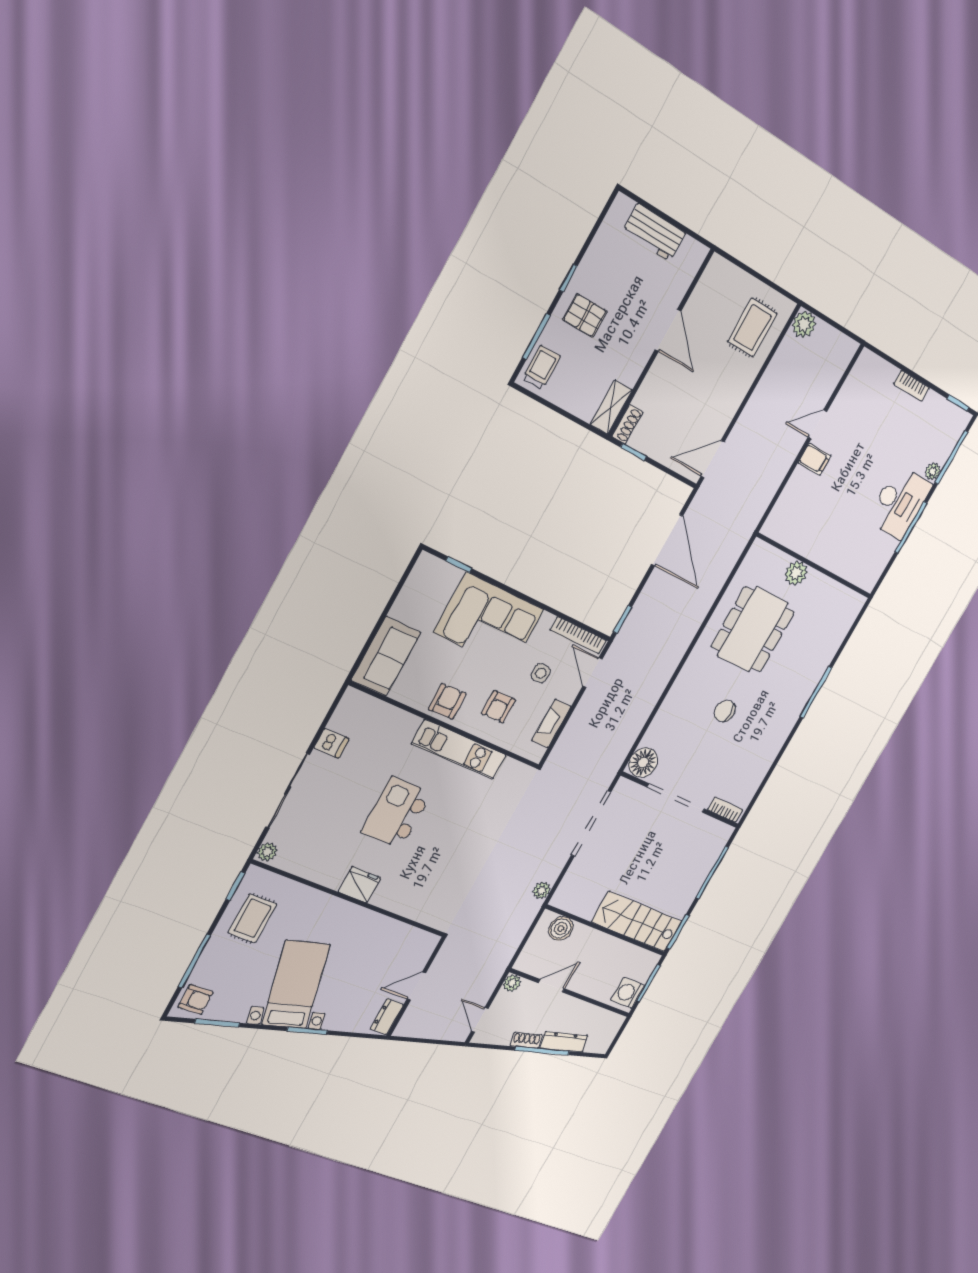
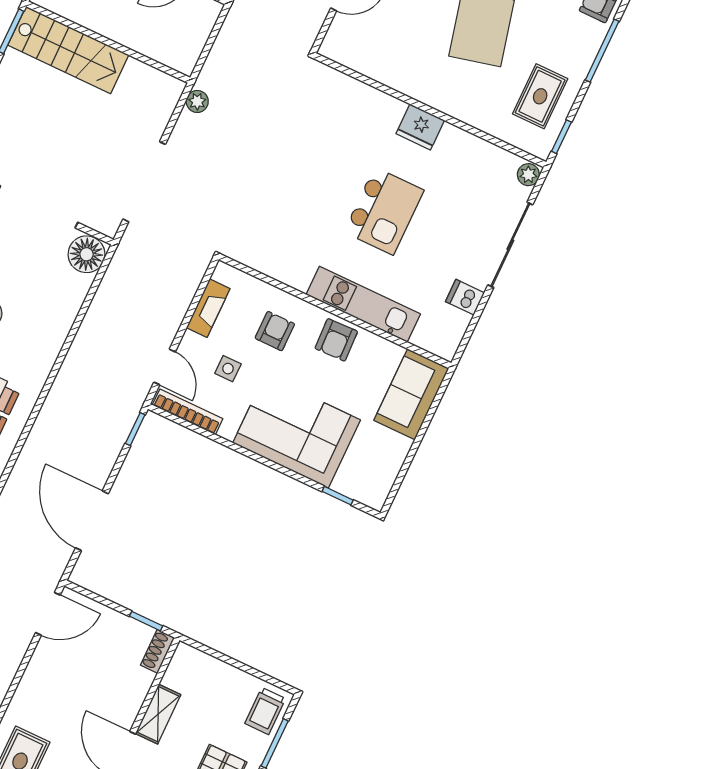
shelving: (611, 407) -> (158, 714), moved
kitchen unit: (459, 750) -> (363, 304), moved
boiler: (561, 928) -> (167, 50), removed

